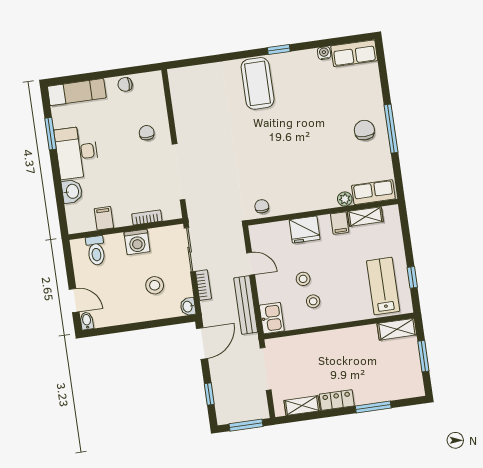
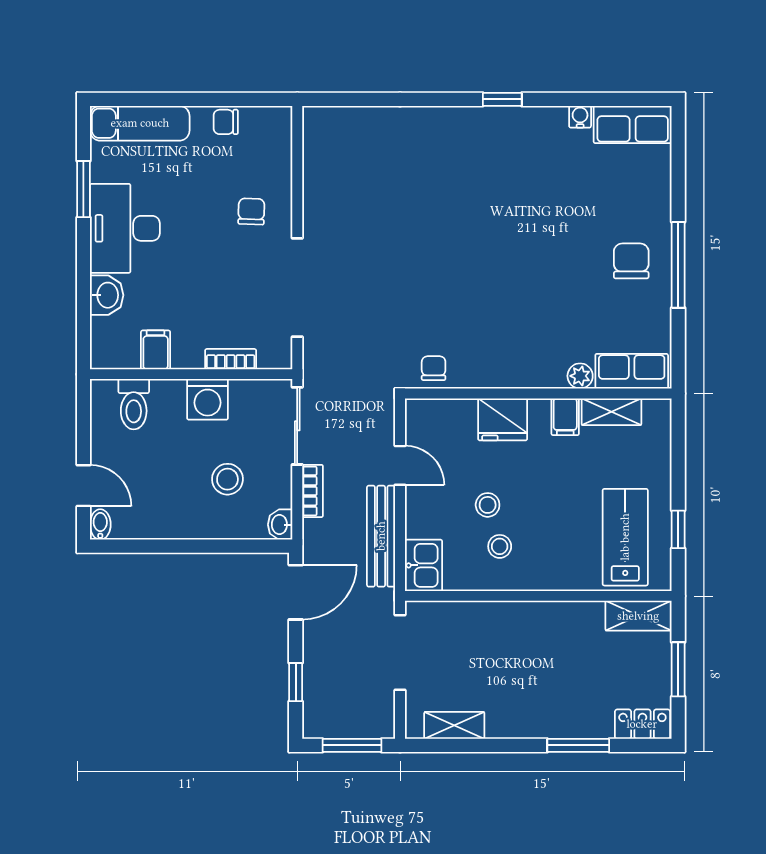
coffee table: (258, 83) -> (457, 153), removed
locker: (337, 400) -> (642, 724), moved

